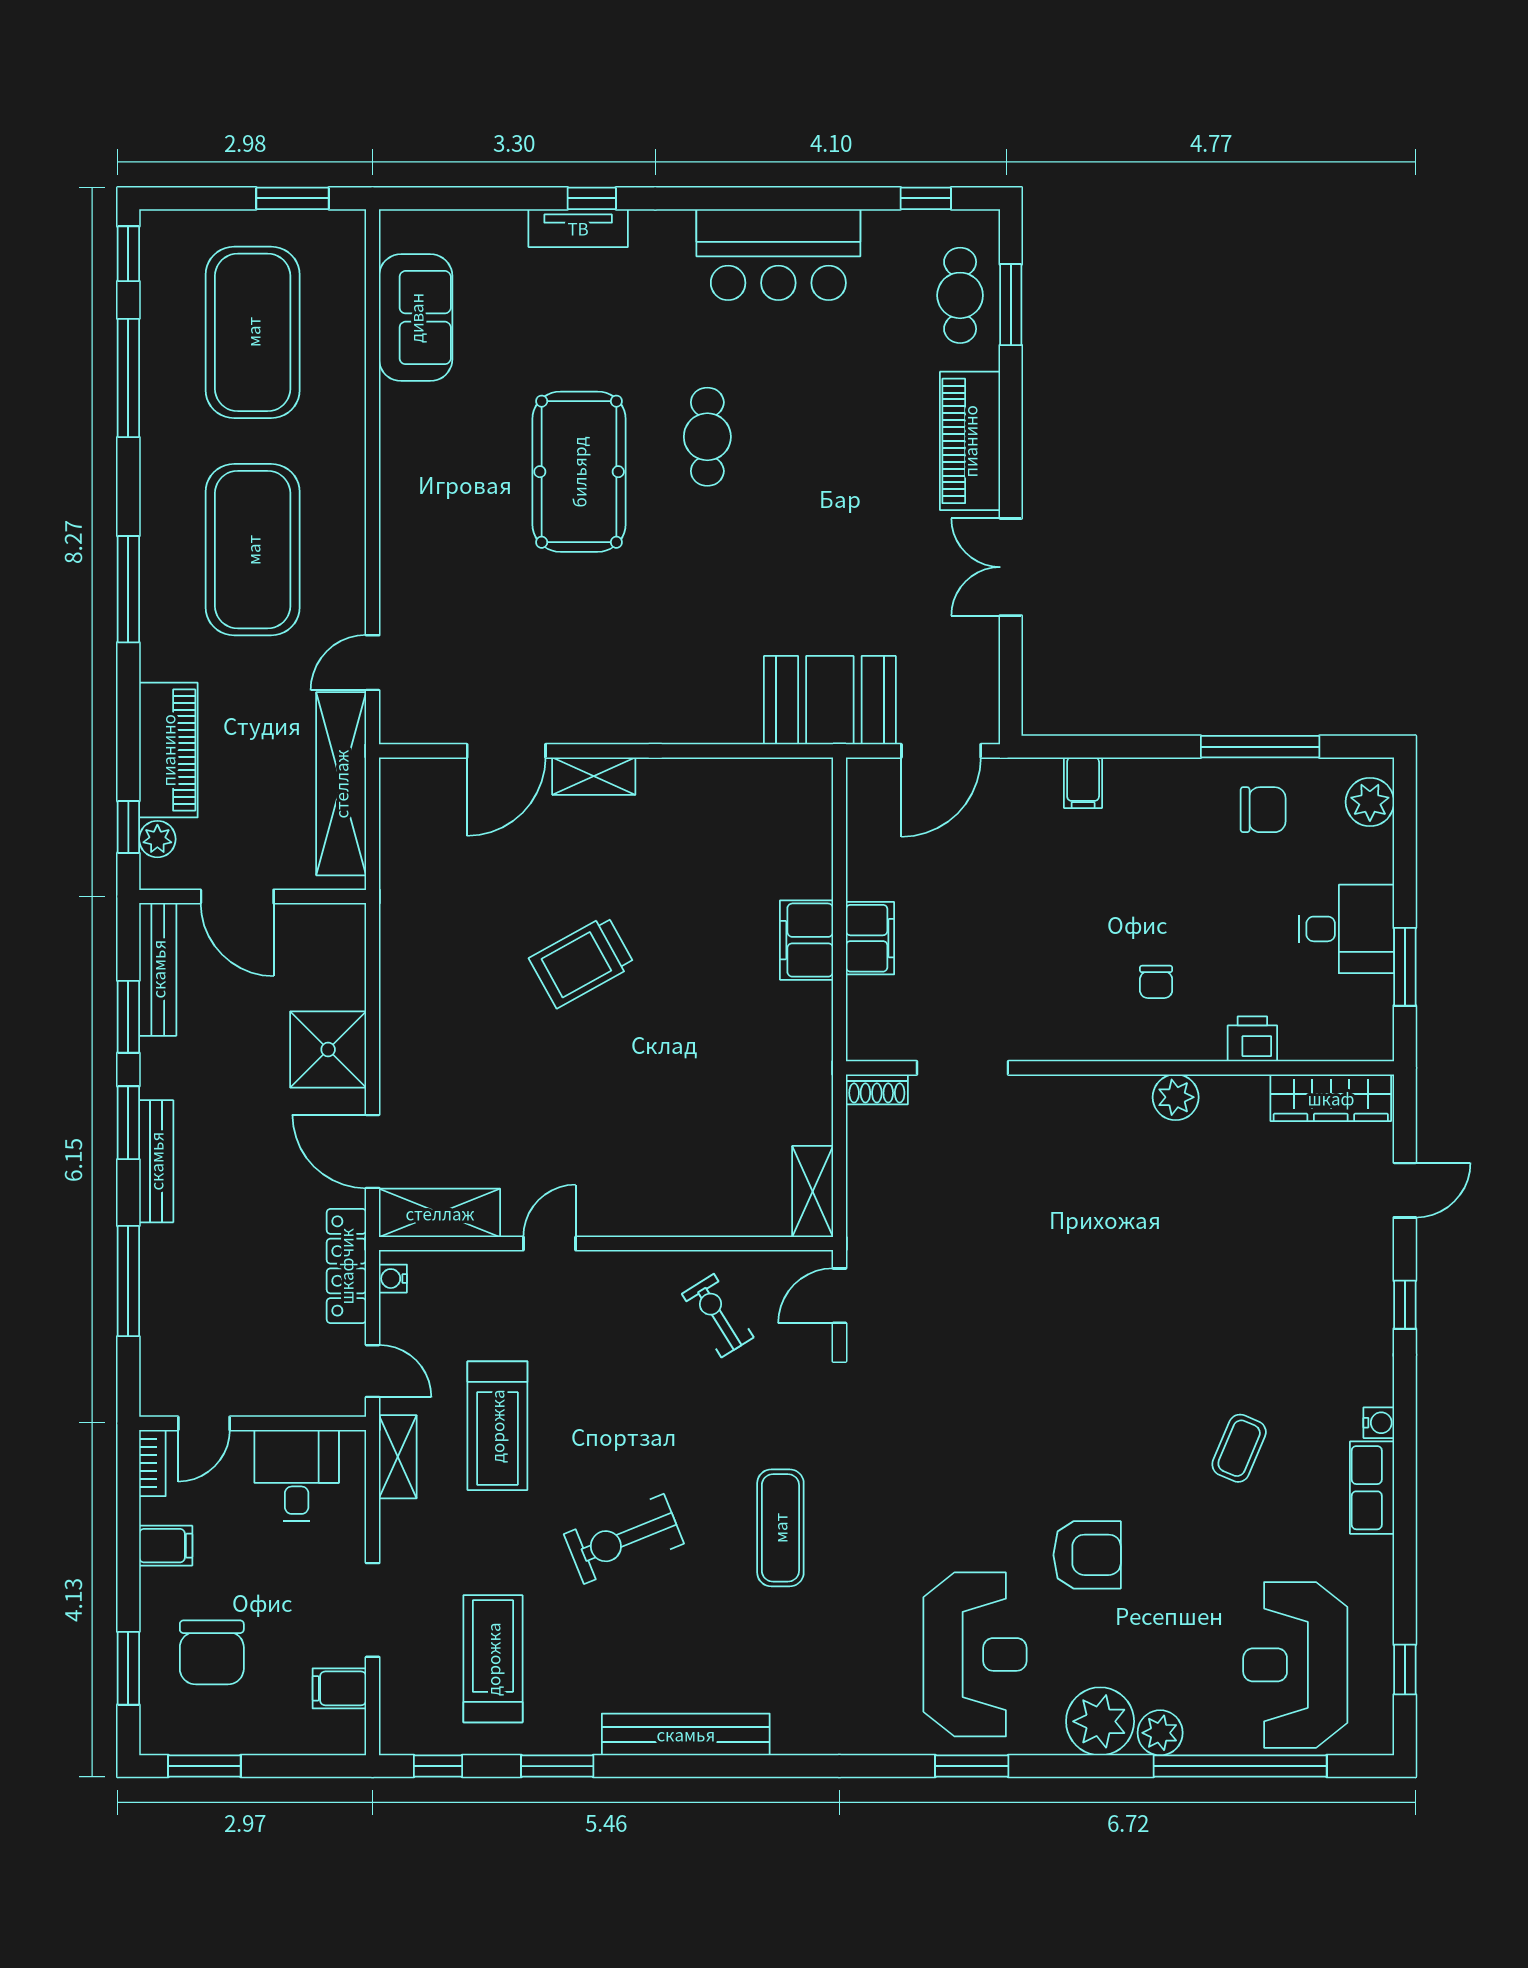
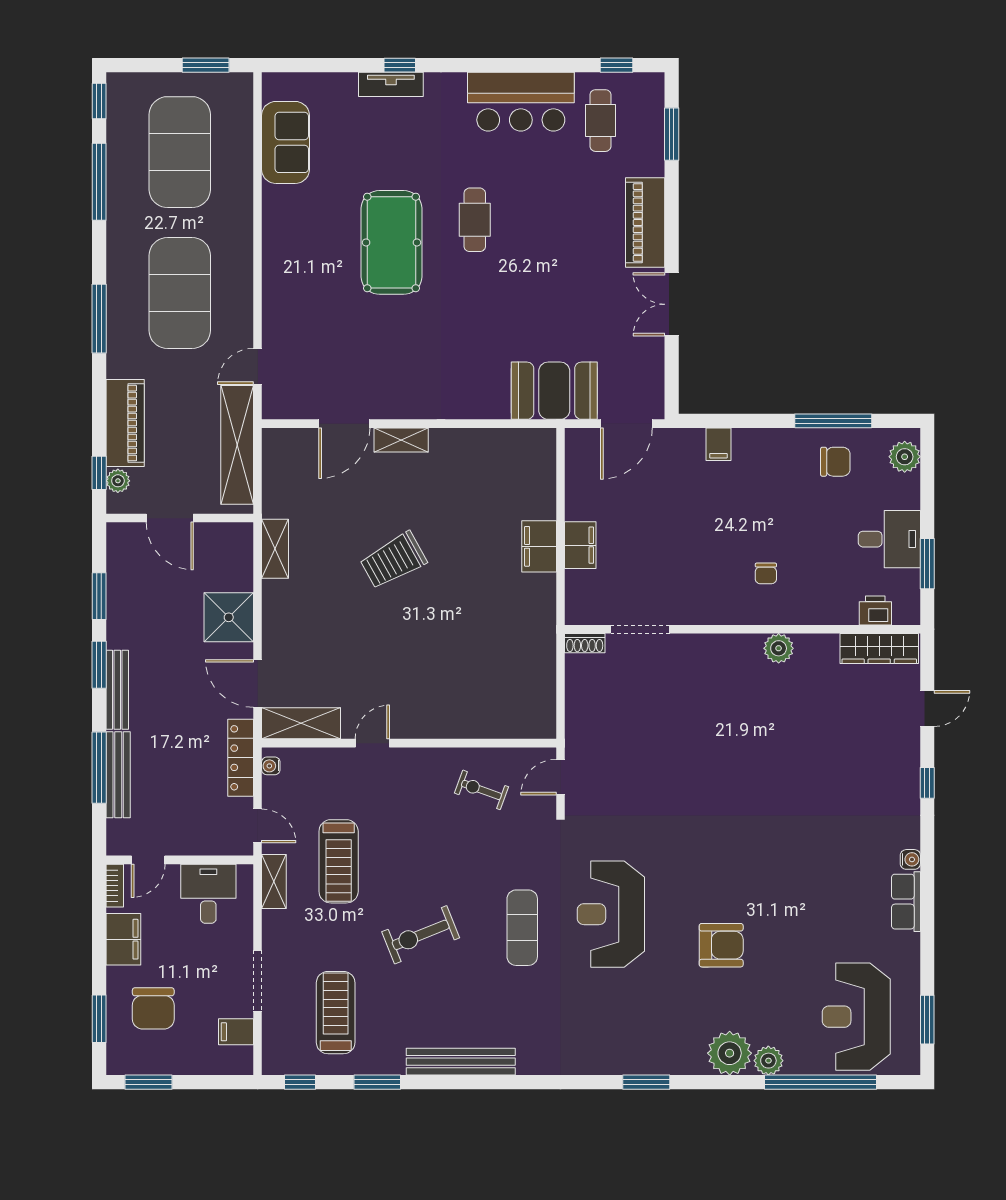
cafe table: (960, 295) -> (600, 121), moved
bench: (158, 969) -> (118, 775), moved
printer: (1252, 1039) -> (875, 610), moved
shelving: (813, 1191) -> (275, 549), moved
exercise bike: (718, 1316) -> (481, 790), turned -38
coffee table: (1239, 1448) -> (820, 876), removed
filing cabinet: (166, 1546) -> (123, 939), width x2.00
reception desk: (975, 1654) -> (611, 914), moved, turned 180
window: (1405, 1670) -> (927, 1020), width x1.50

